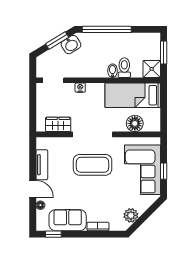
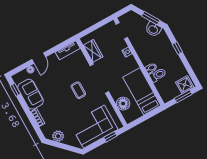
window: (107, 29) -> (177, 48), width x0.32
shower: (152, 69) -> (185, 85), moved
tv unit: (42, 165) -> (68, 50), moved
coffee table: (93, 165) -> (78, 90), width x0.54, depth x0.58
window: (164, 171) -> (110, 137), moved

